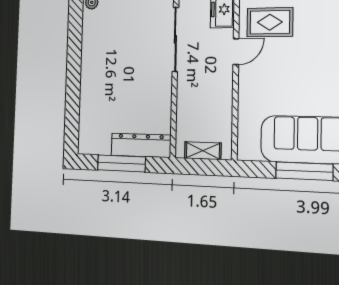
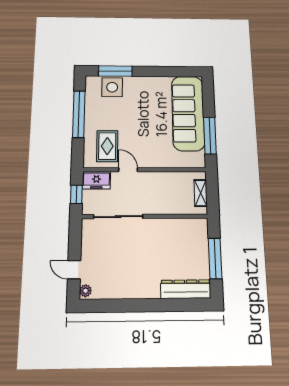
dresser: (141, 145) -> (186, 289), moved, turned 90
window: (304, 171) -> (210, 136), moved

